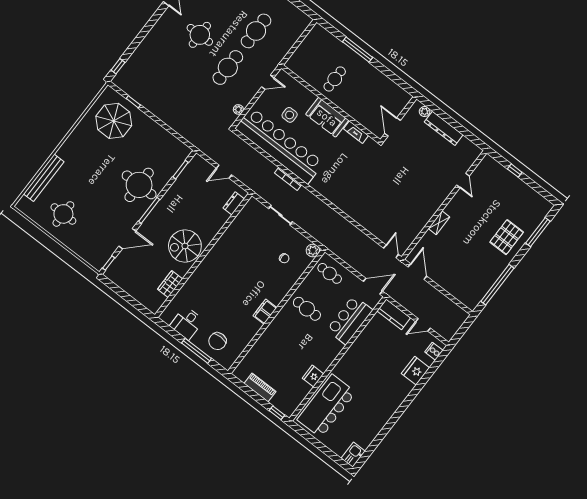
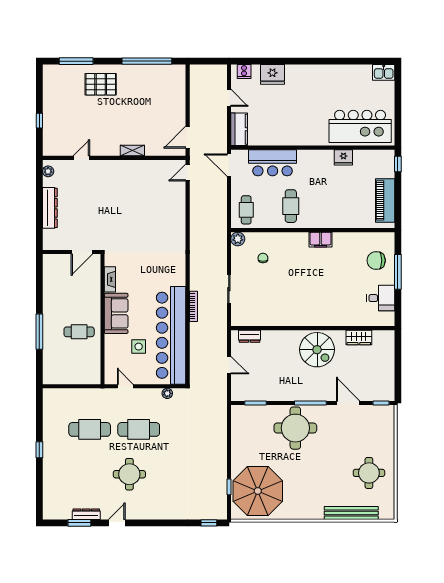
plant: (425, 112) -> (48, 171), moved
parasol: (114, 121) -> (258, 491), width x1.36, depth x1.36
chair: (217, 341) -> (376, 260), turned 180
piano: (260, 387) -> (385, 200), width x1.37, depth x1.33

